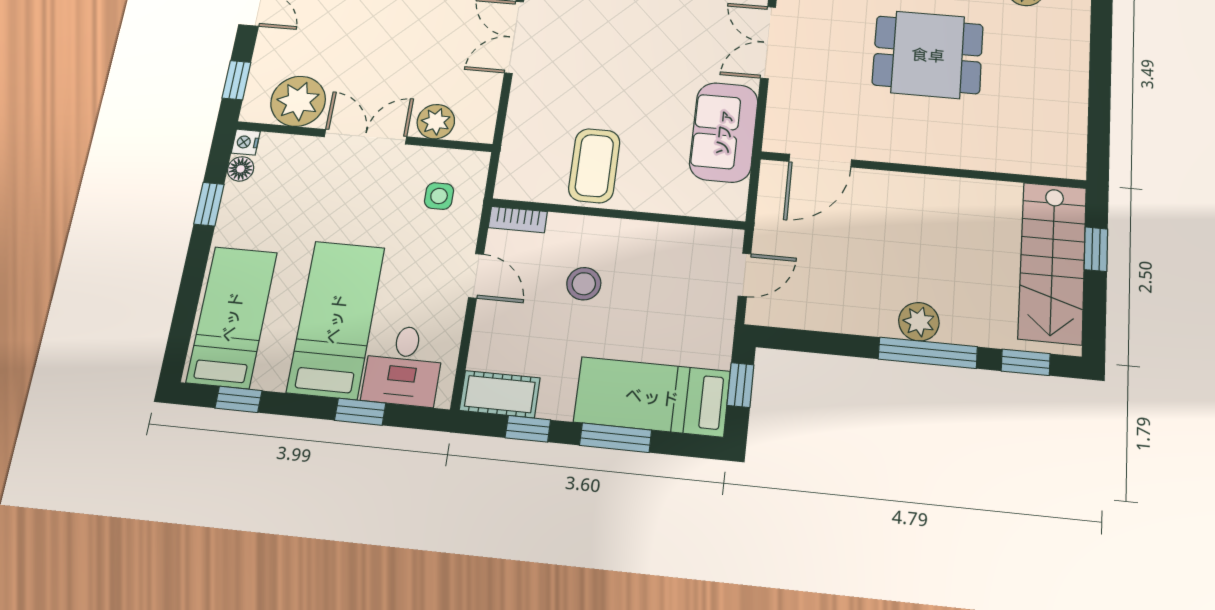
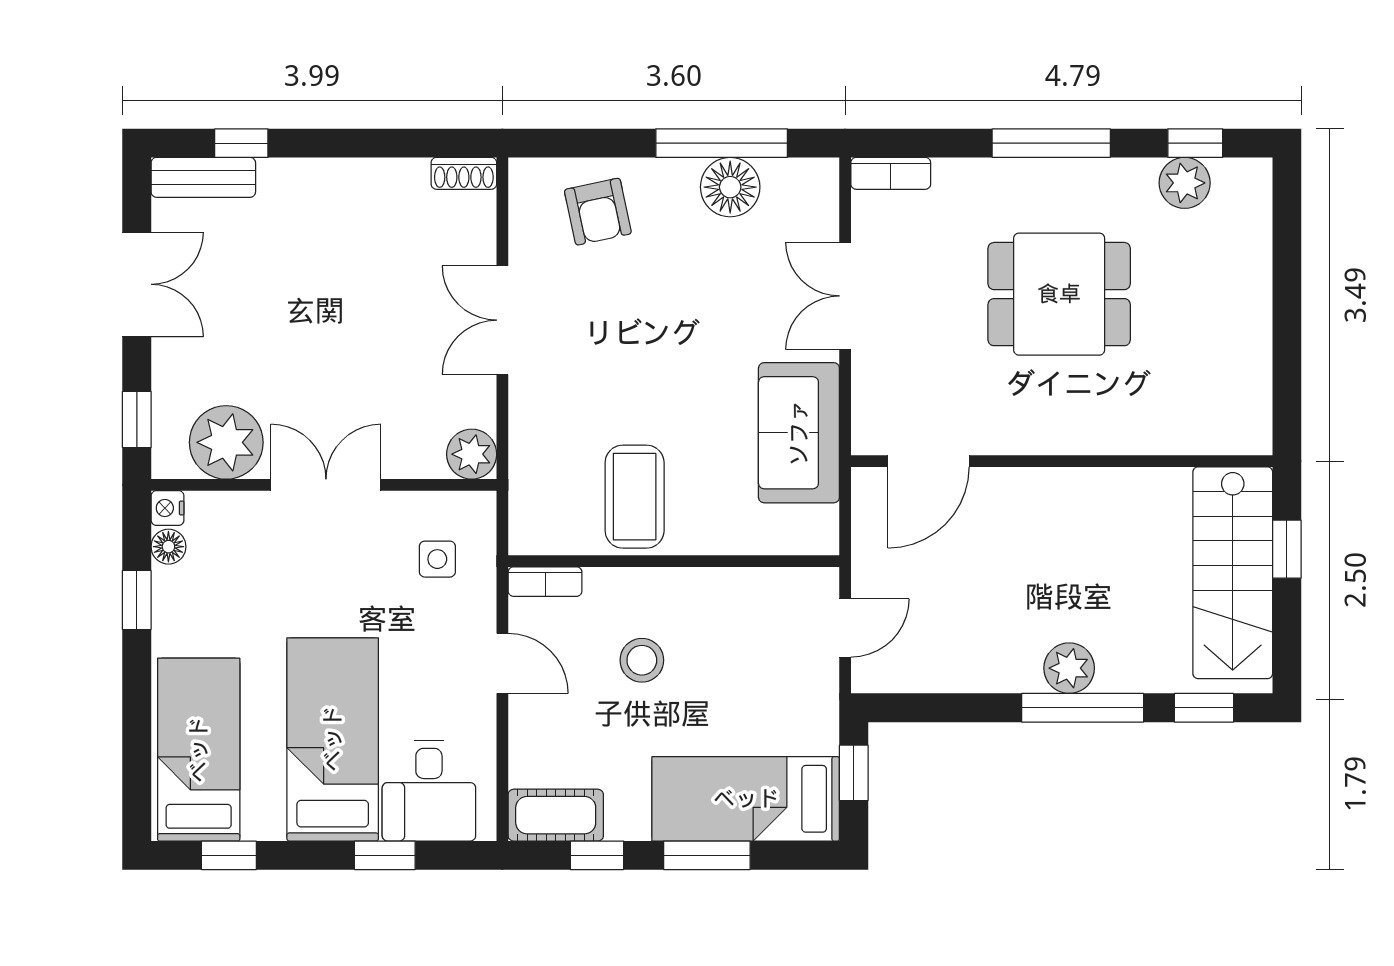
plant: (436, 122) -> (472, 454), moved

